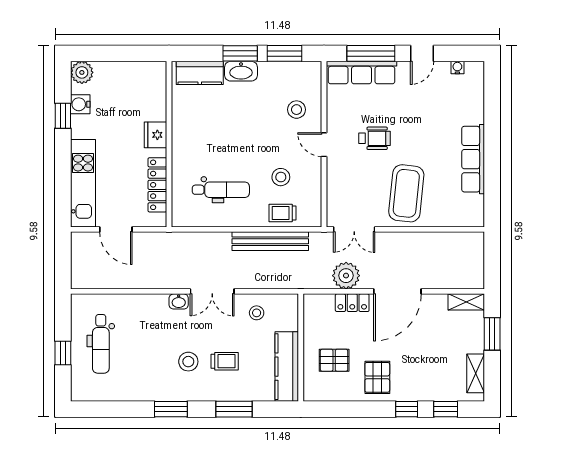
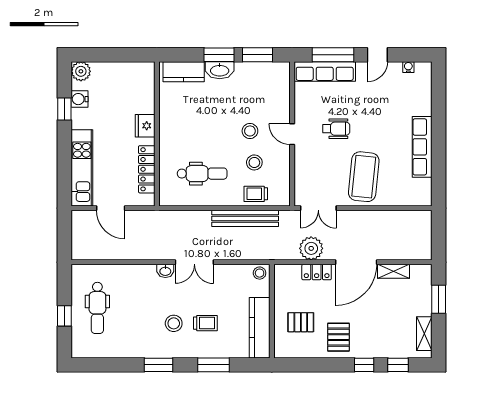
stool: (297, 110) -> (250, 131), moved
shelving: (466, 302) -> (393, 271), moved
stool: (257, 313) -> (260, 273), moved

